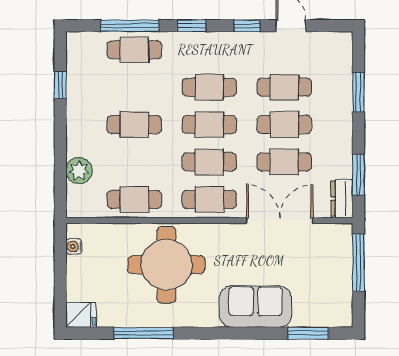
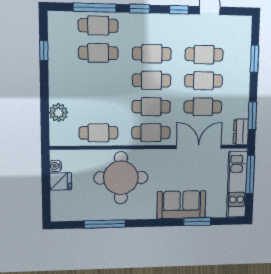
cafe table: (134, 125) -> (98, 53), moved
kitchen unit: (339, 277) -> (237, 184), added
fridge: (81, 315) -> (61, 181), moved
window: (308, 333) -> (197, 222), moved

